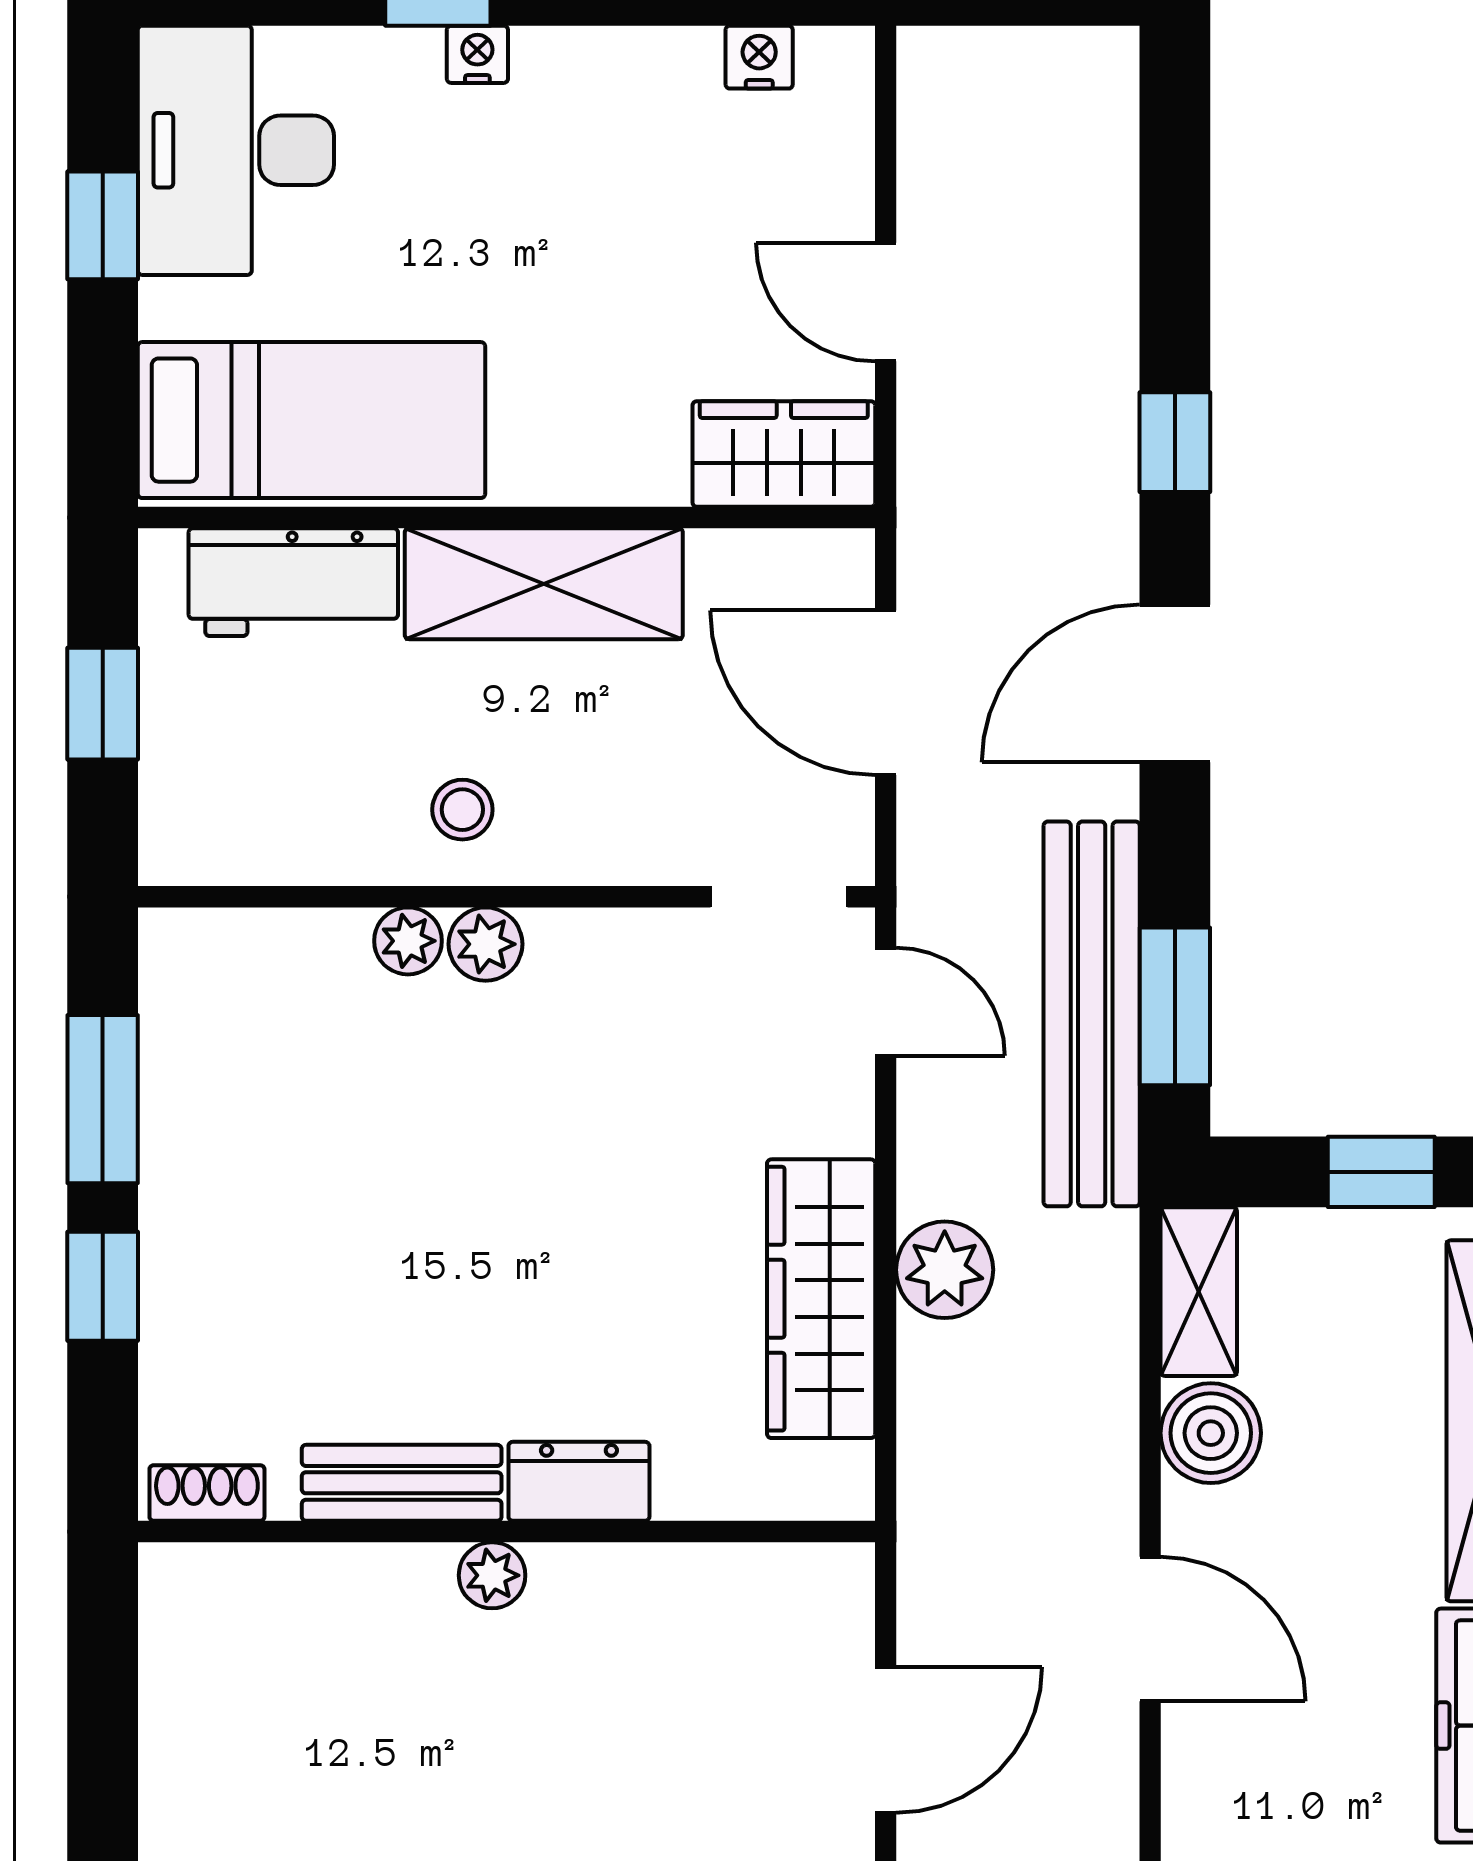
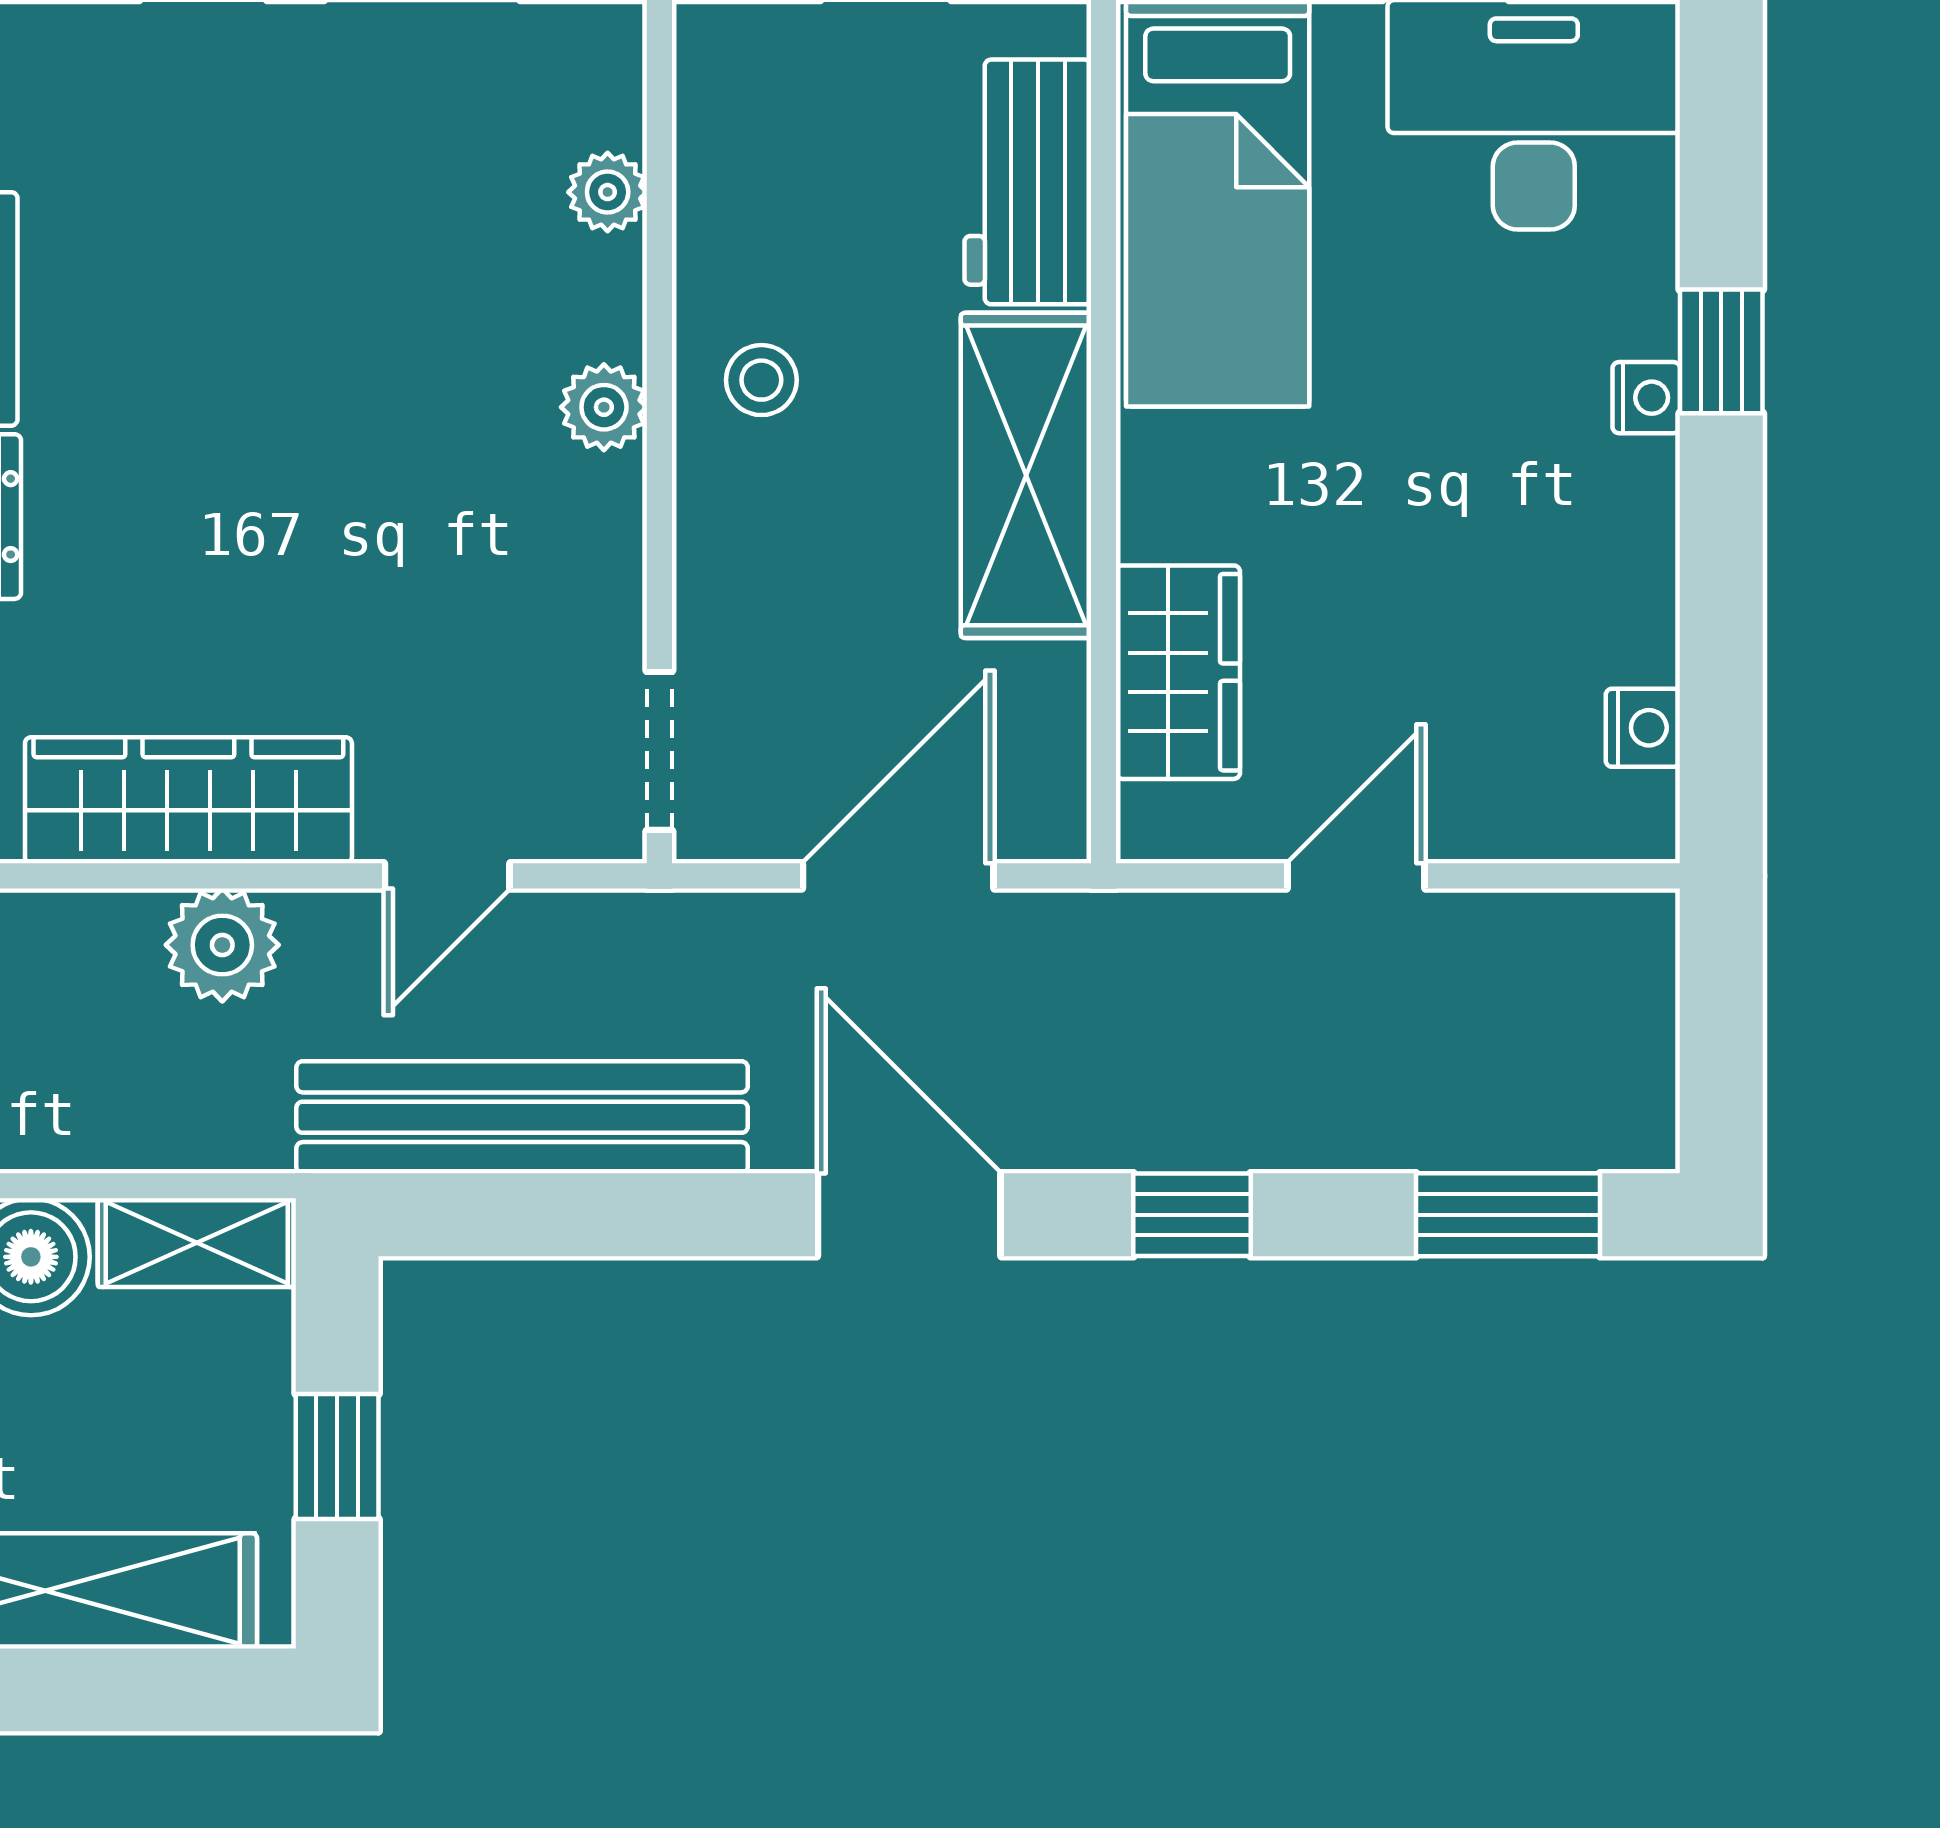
wardrobe: (784, 454) -> (1178, 672), moved
plant: (408, 941) -> (608, 192), moved
door: (886, 1002) -> (447, 876), moved
window: (1175, 1006) -> (1508, 1215), moved

